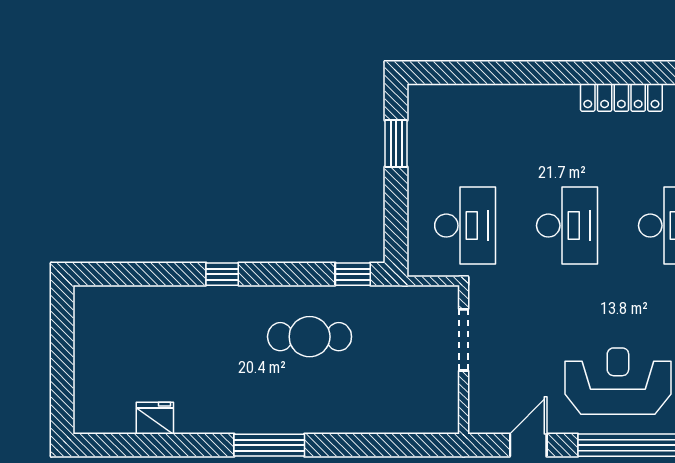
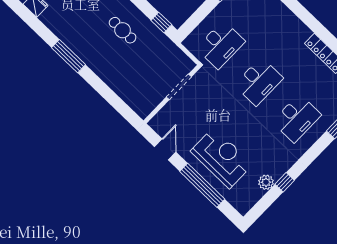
cafe table: (310, 337) -> (123, 30), width x0.73, depth x0.74
door: (528, 445) -> (165, 149), hinge flipped

